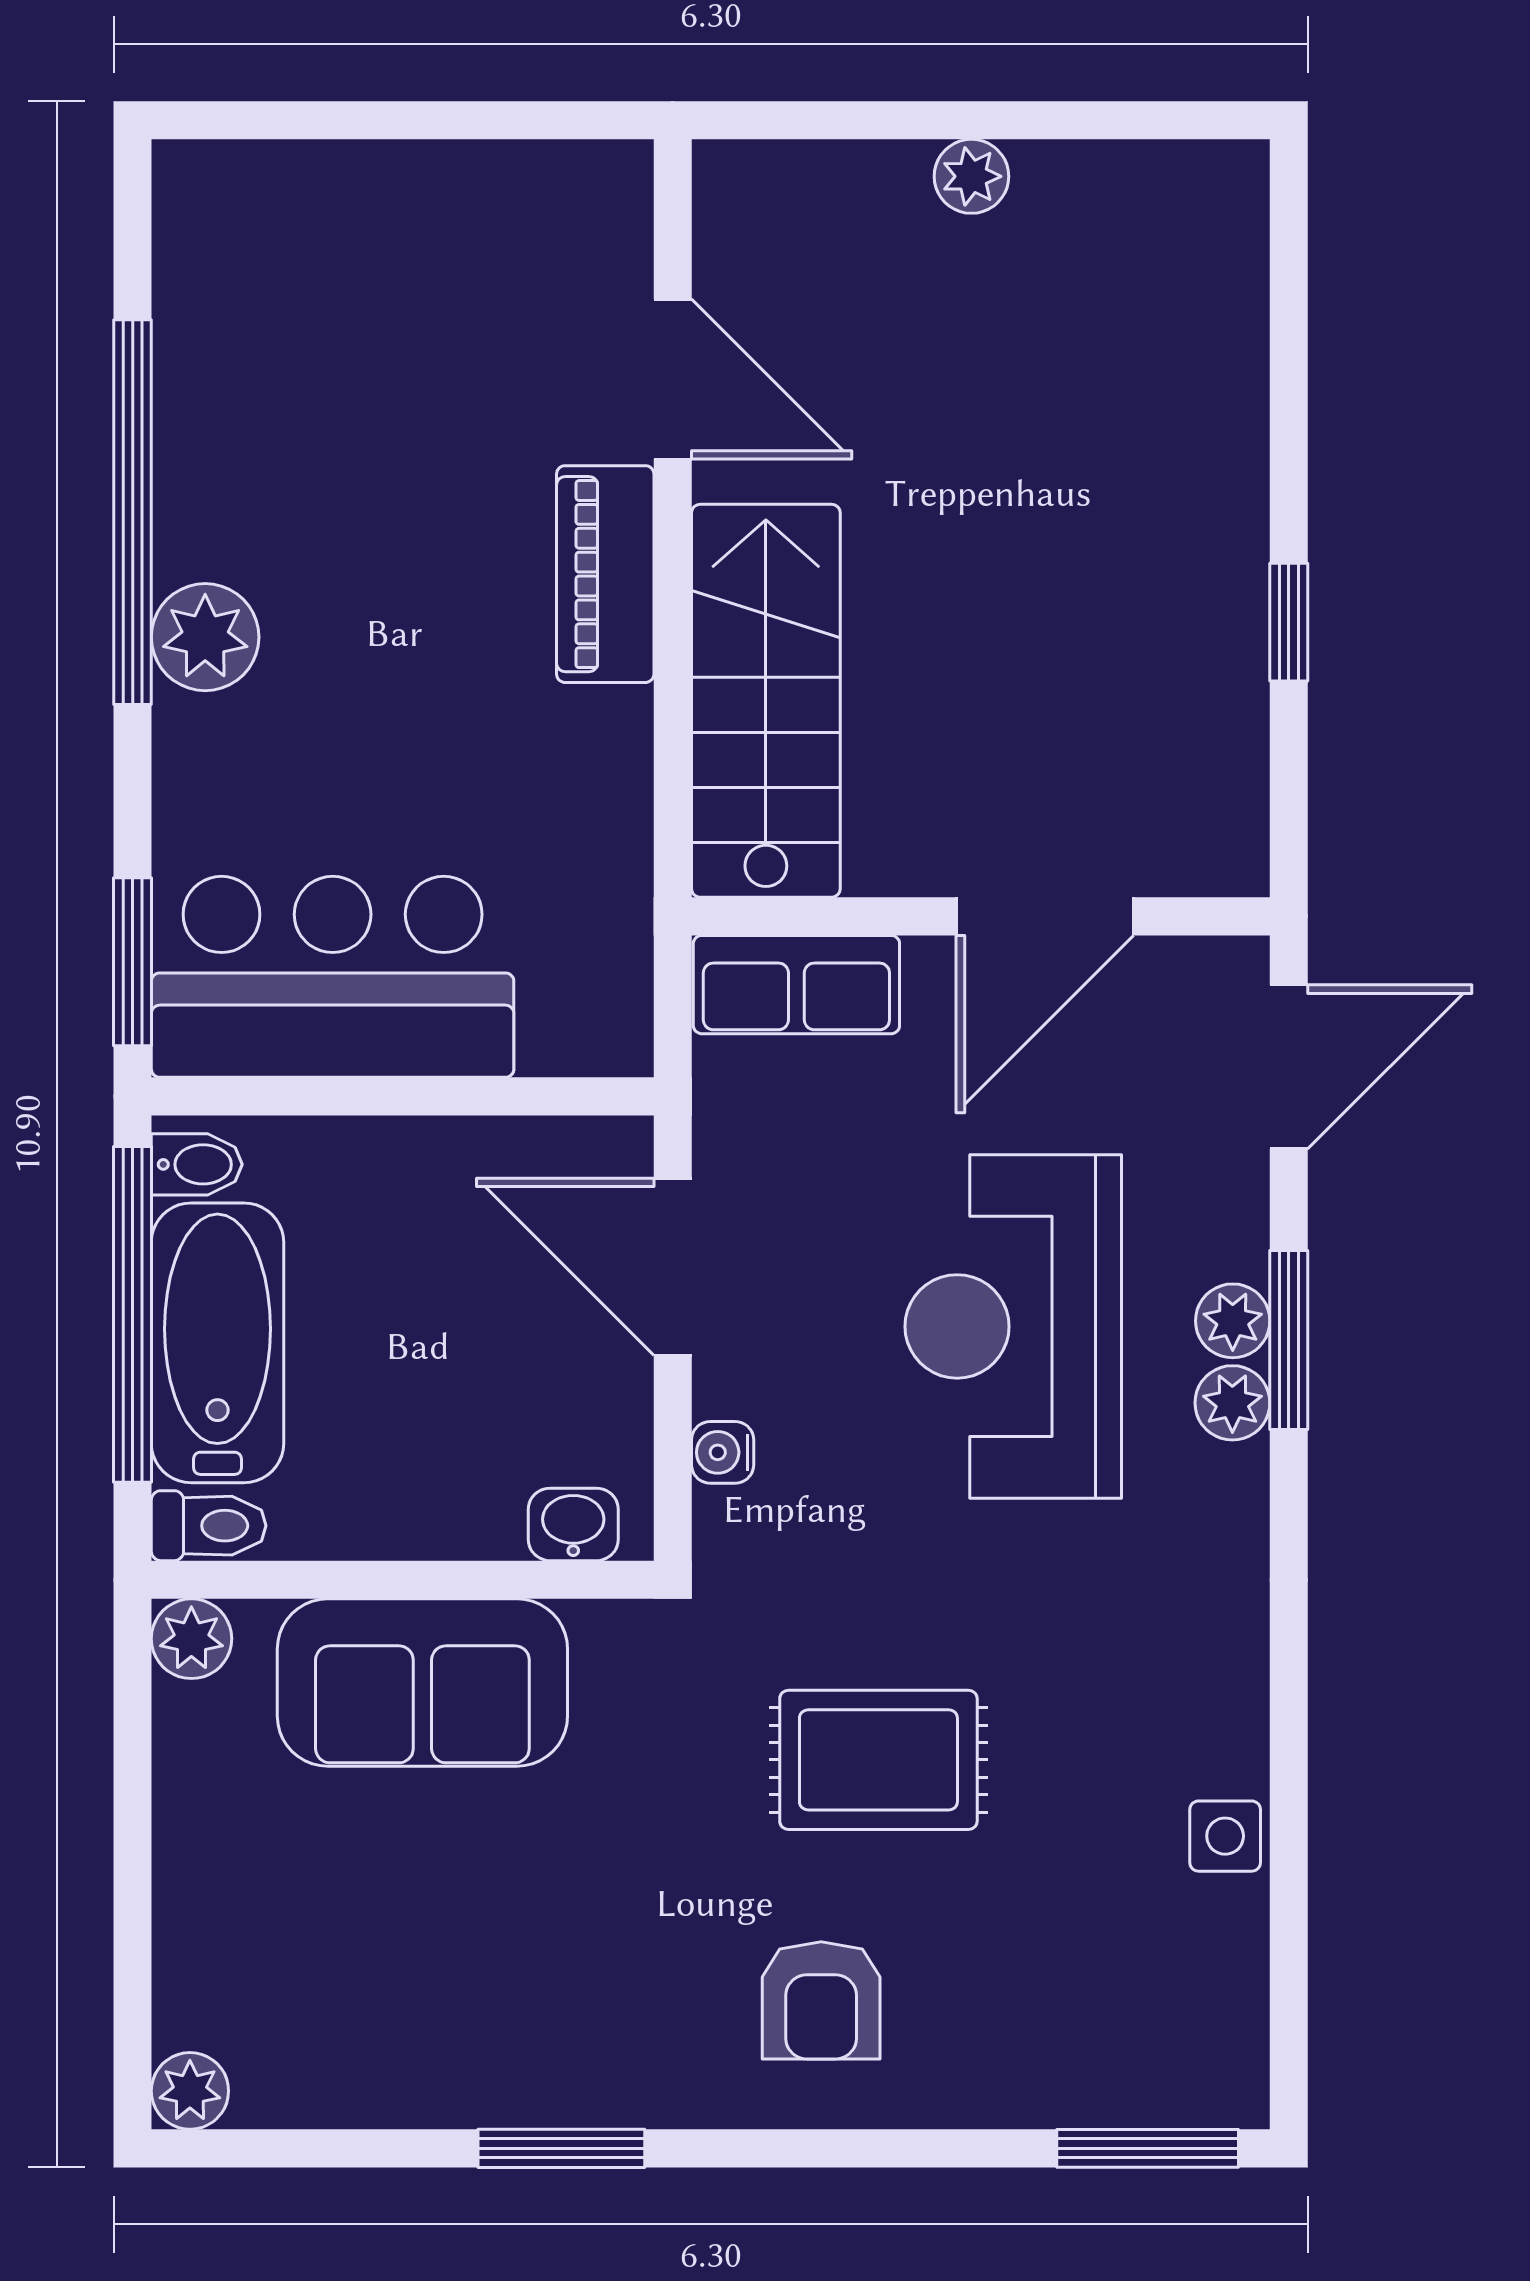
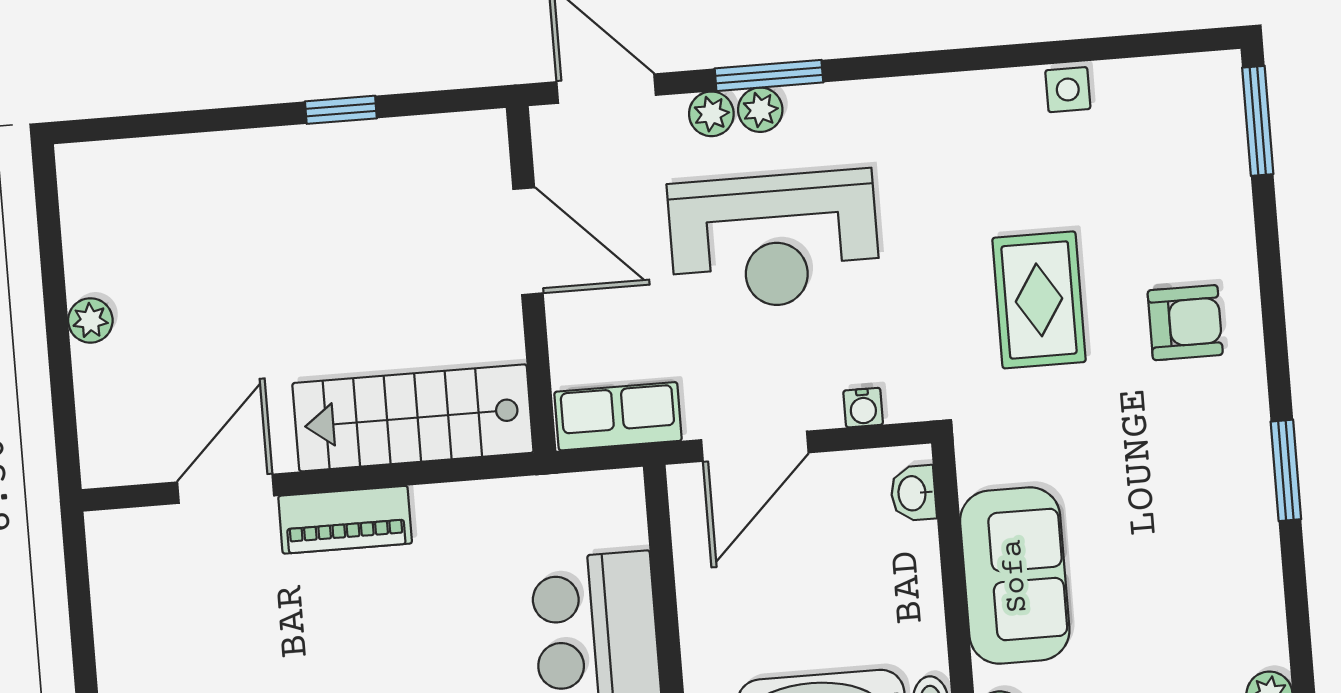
row of seats: (796, 985) -> (618, 416), moved, turned -90
plant: (1232, 1403) -> (711, 114), moved

